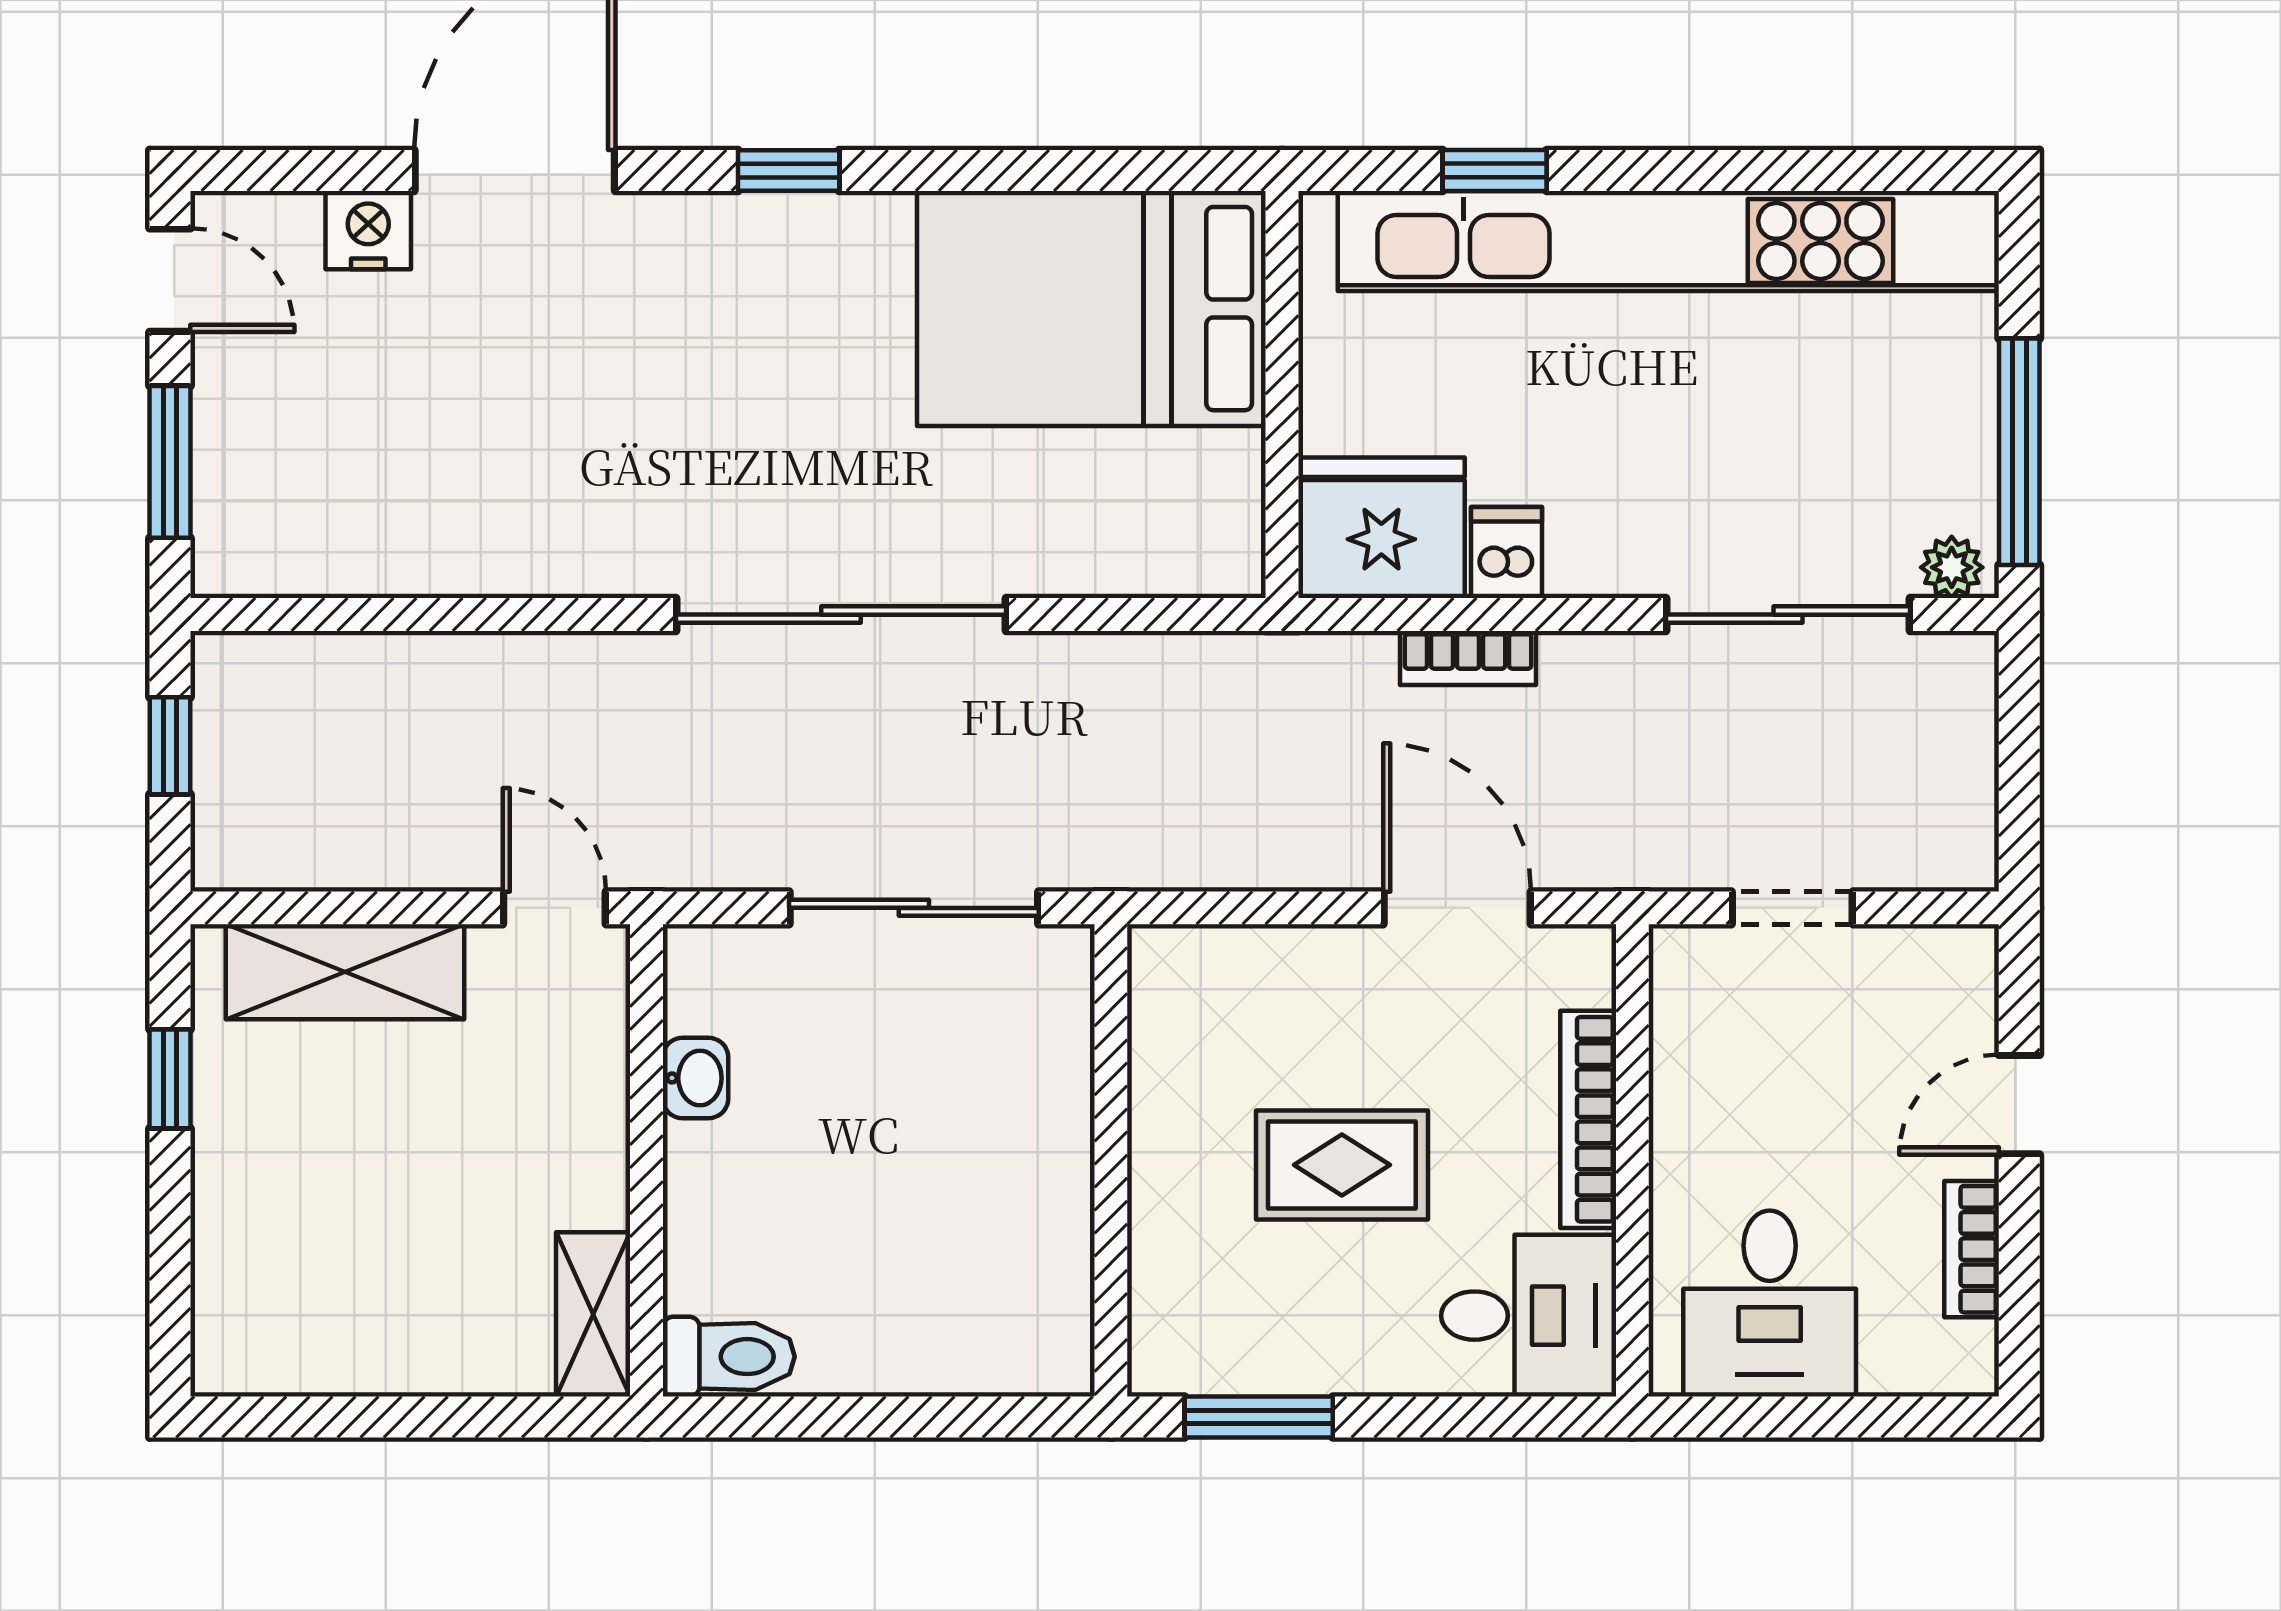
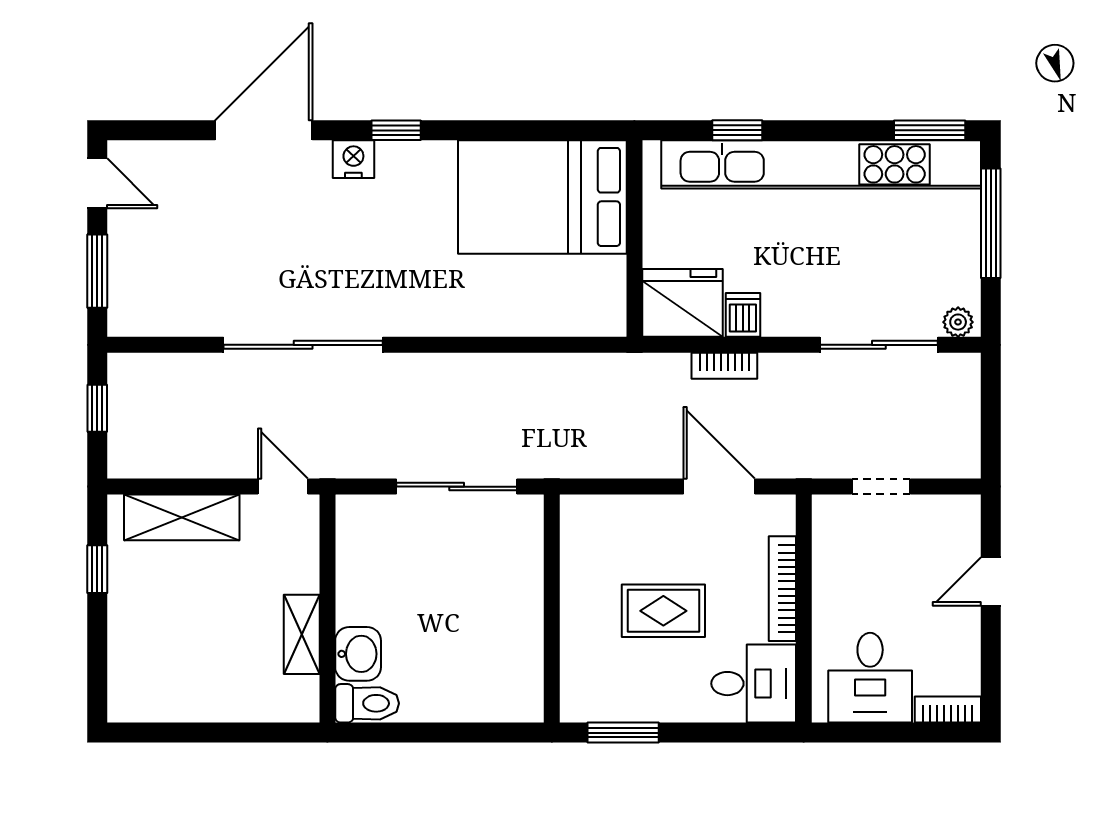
window: (1893, 171) -> (930, 130), added
nightstand: (368, 230) -> (353, 159), moved
window: (2019, 452) -> (991, 223), moved
sliding door: (841, 615) -> (303, 345), moved
washbasin: (695, 1078) -> (358, 654), moved, width x1.38, depth x1.45
bookcase: (1972, 1249) -> (948, 709), moved, turned 90
shelving: (593, 1314) -> (302, 634), moved

